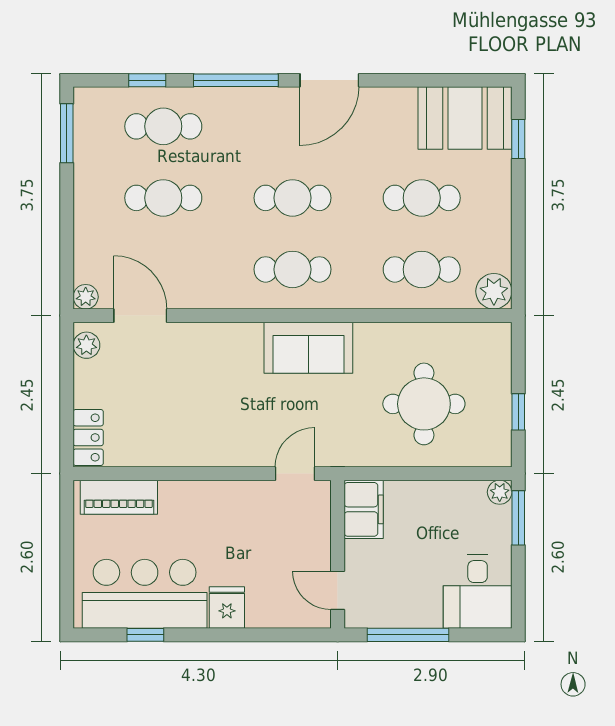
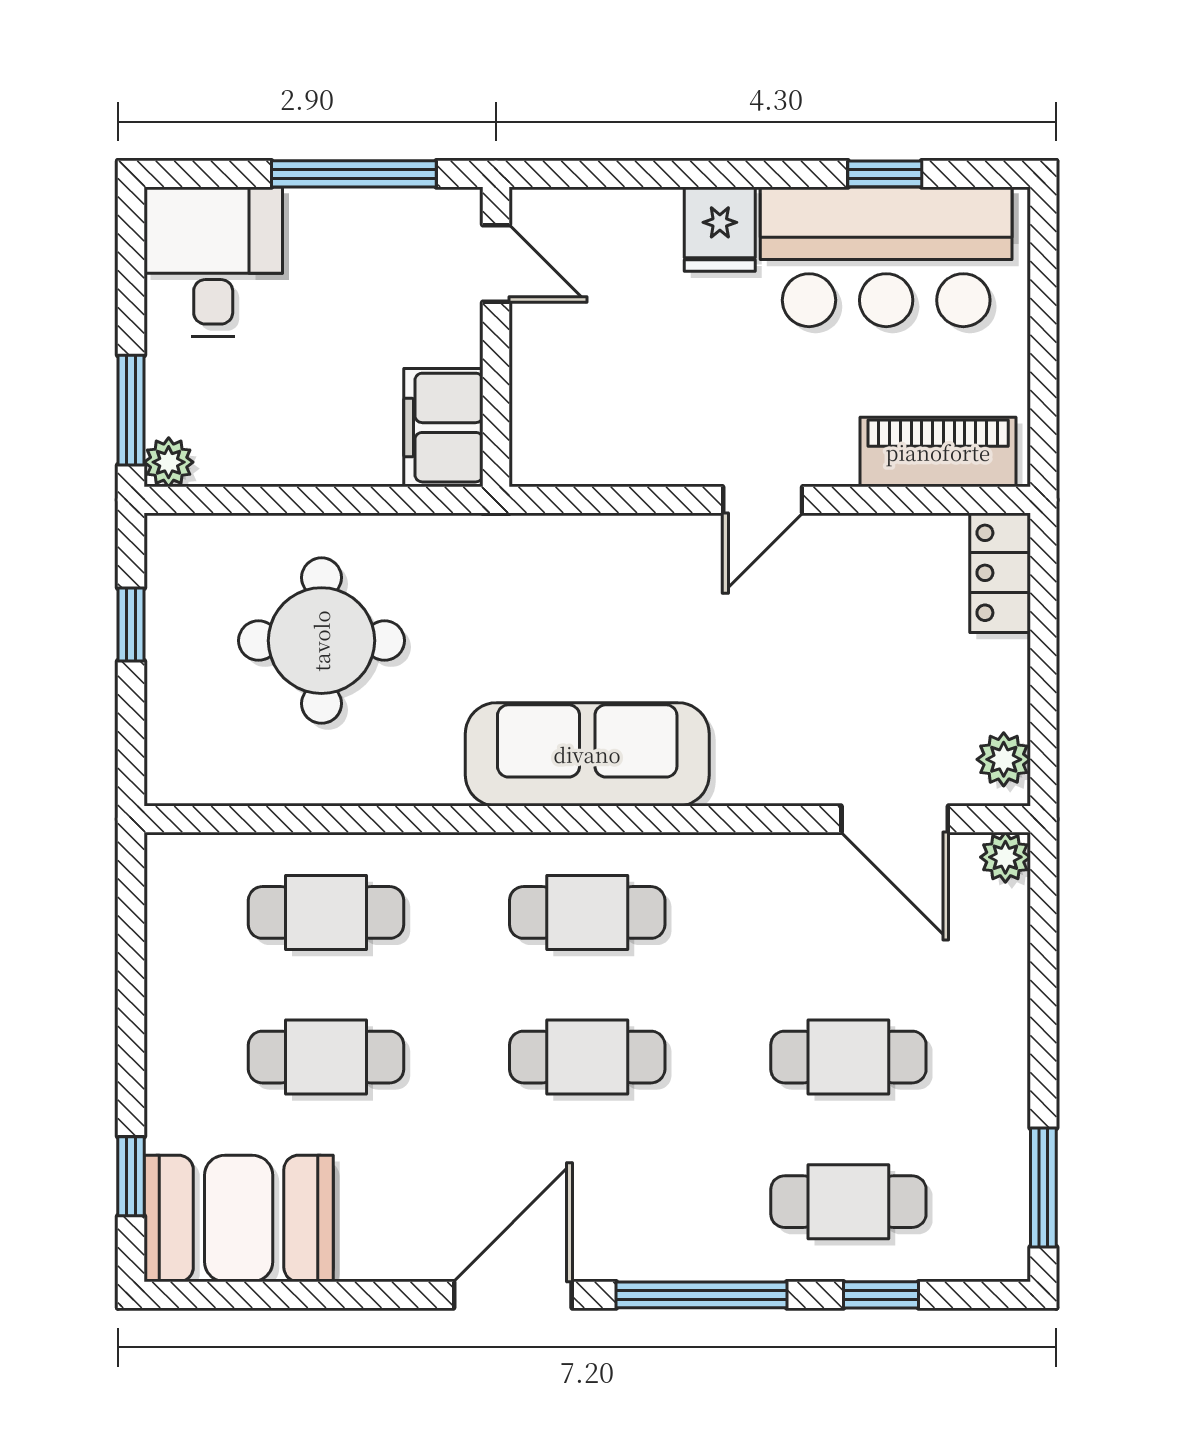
plant: (494, 291) -> (180, 868), removed
sofa: (308, 348) -> (587, 754), width x1.36
door: (295, 474) -> (763, 500), moved

